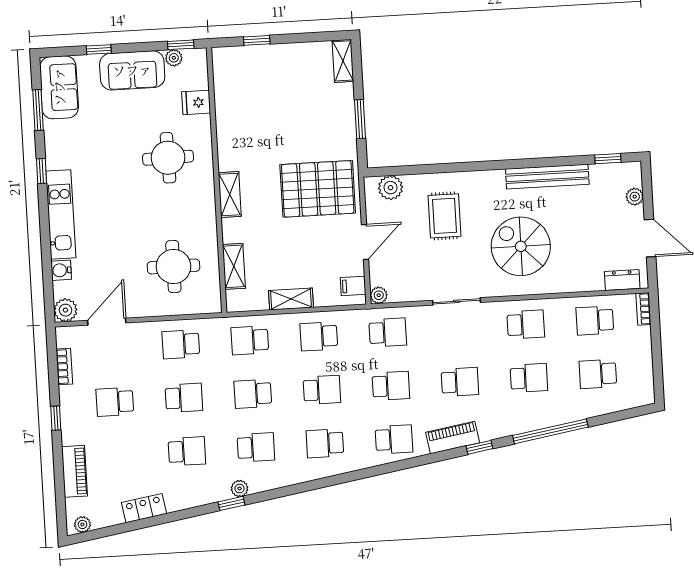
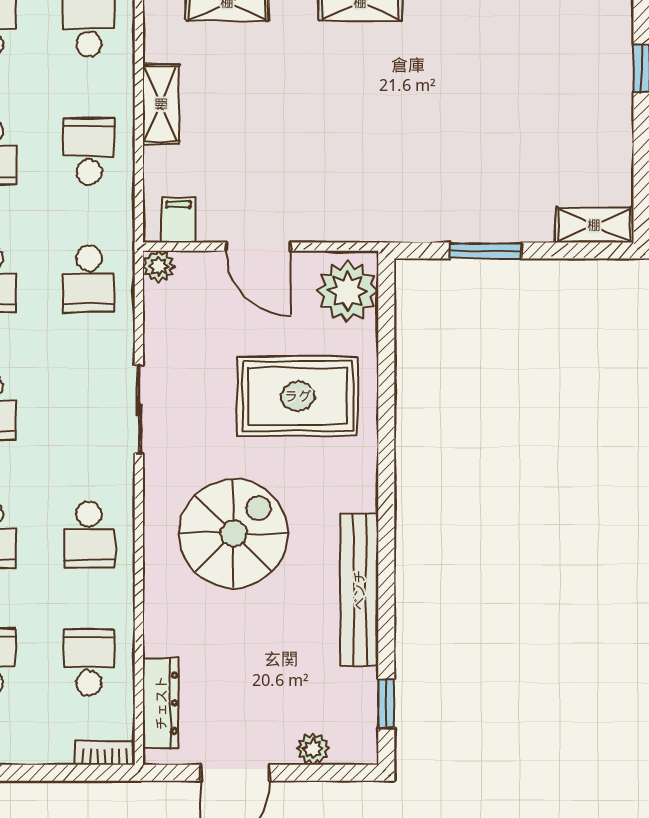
plant: (391, 188) -> (347, 291), width x1.36, depth x1.36
pallet: (318, 189) -> (361, 165), removed
rug: (445, 216) -> (298, 396), width x1.36, depth x1.43
dresser: (622, 280) -> (161, 703), width x1.44

